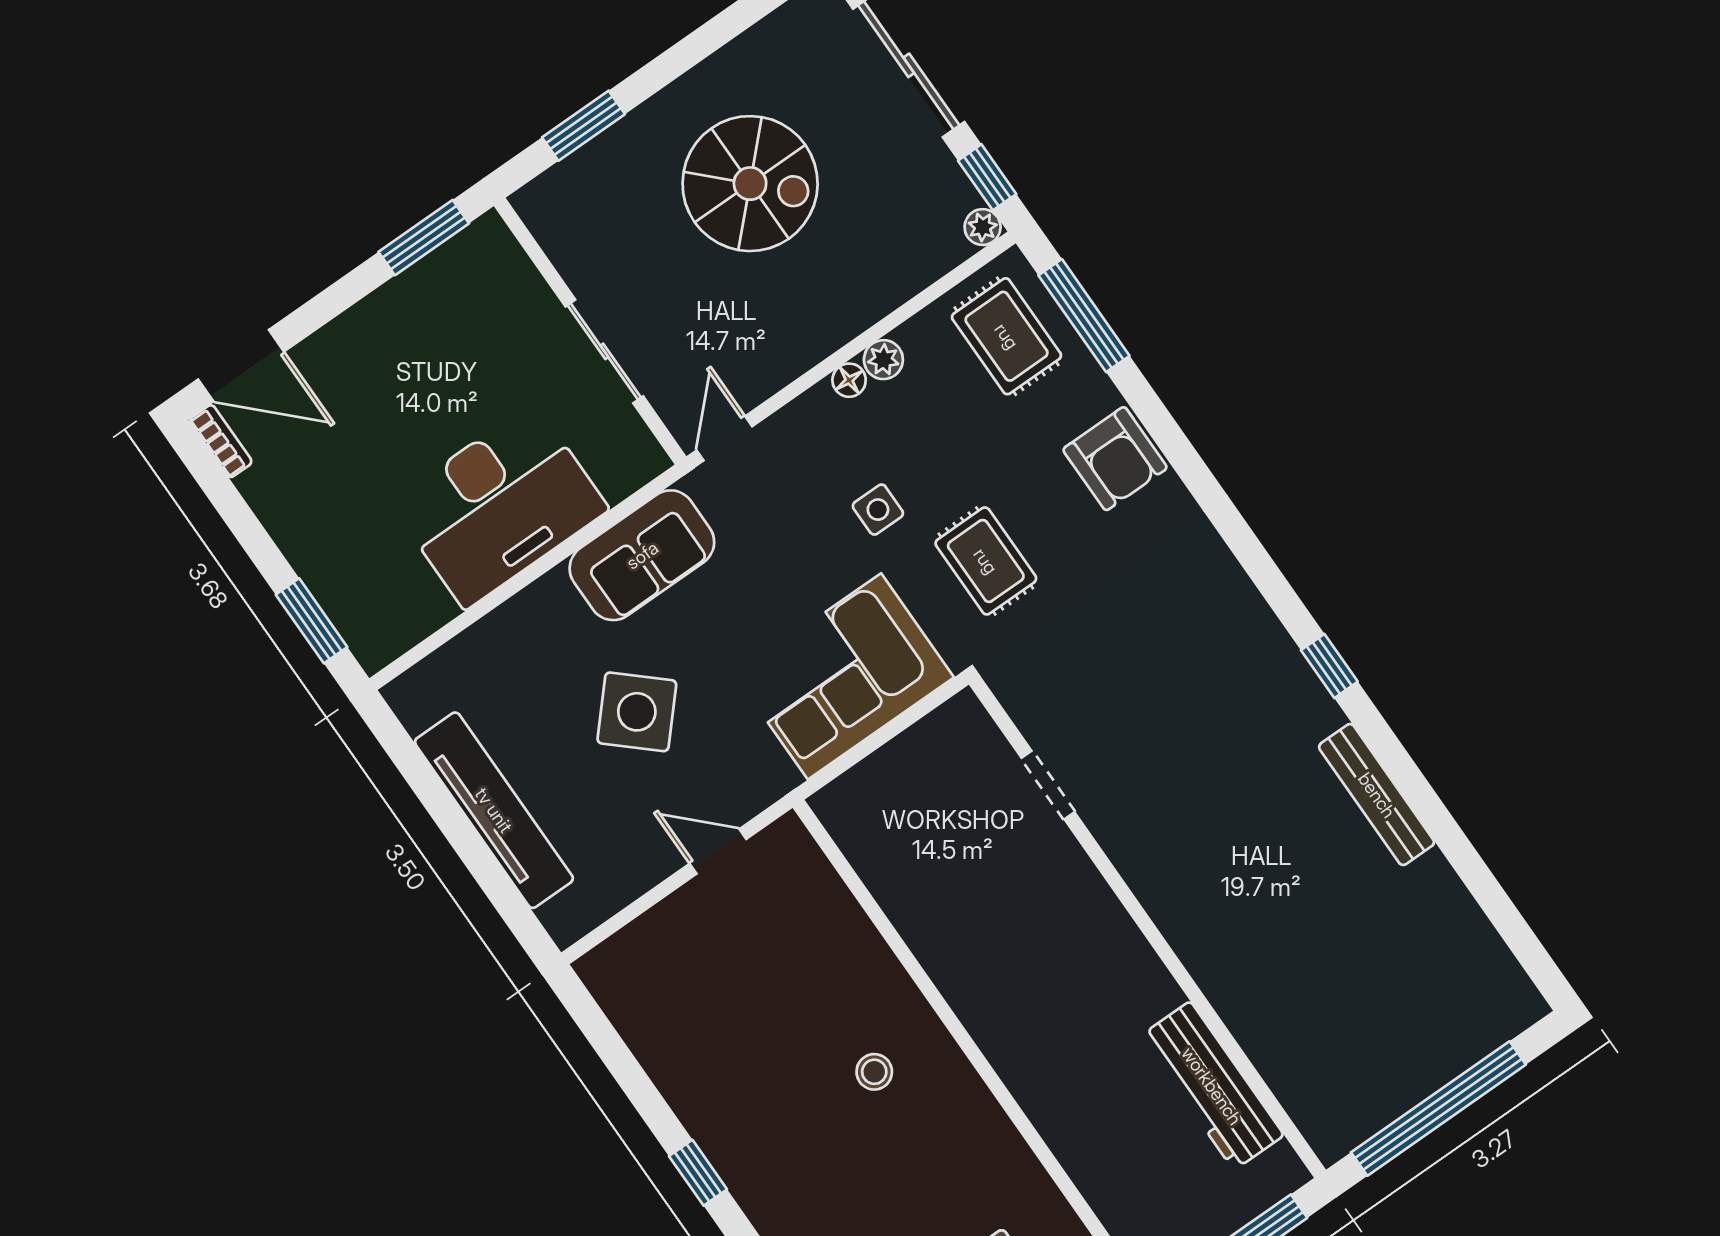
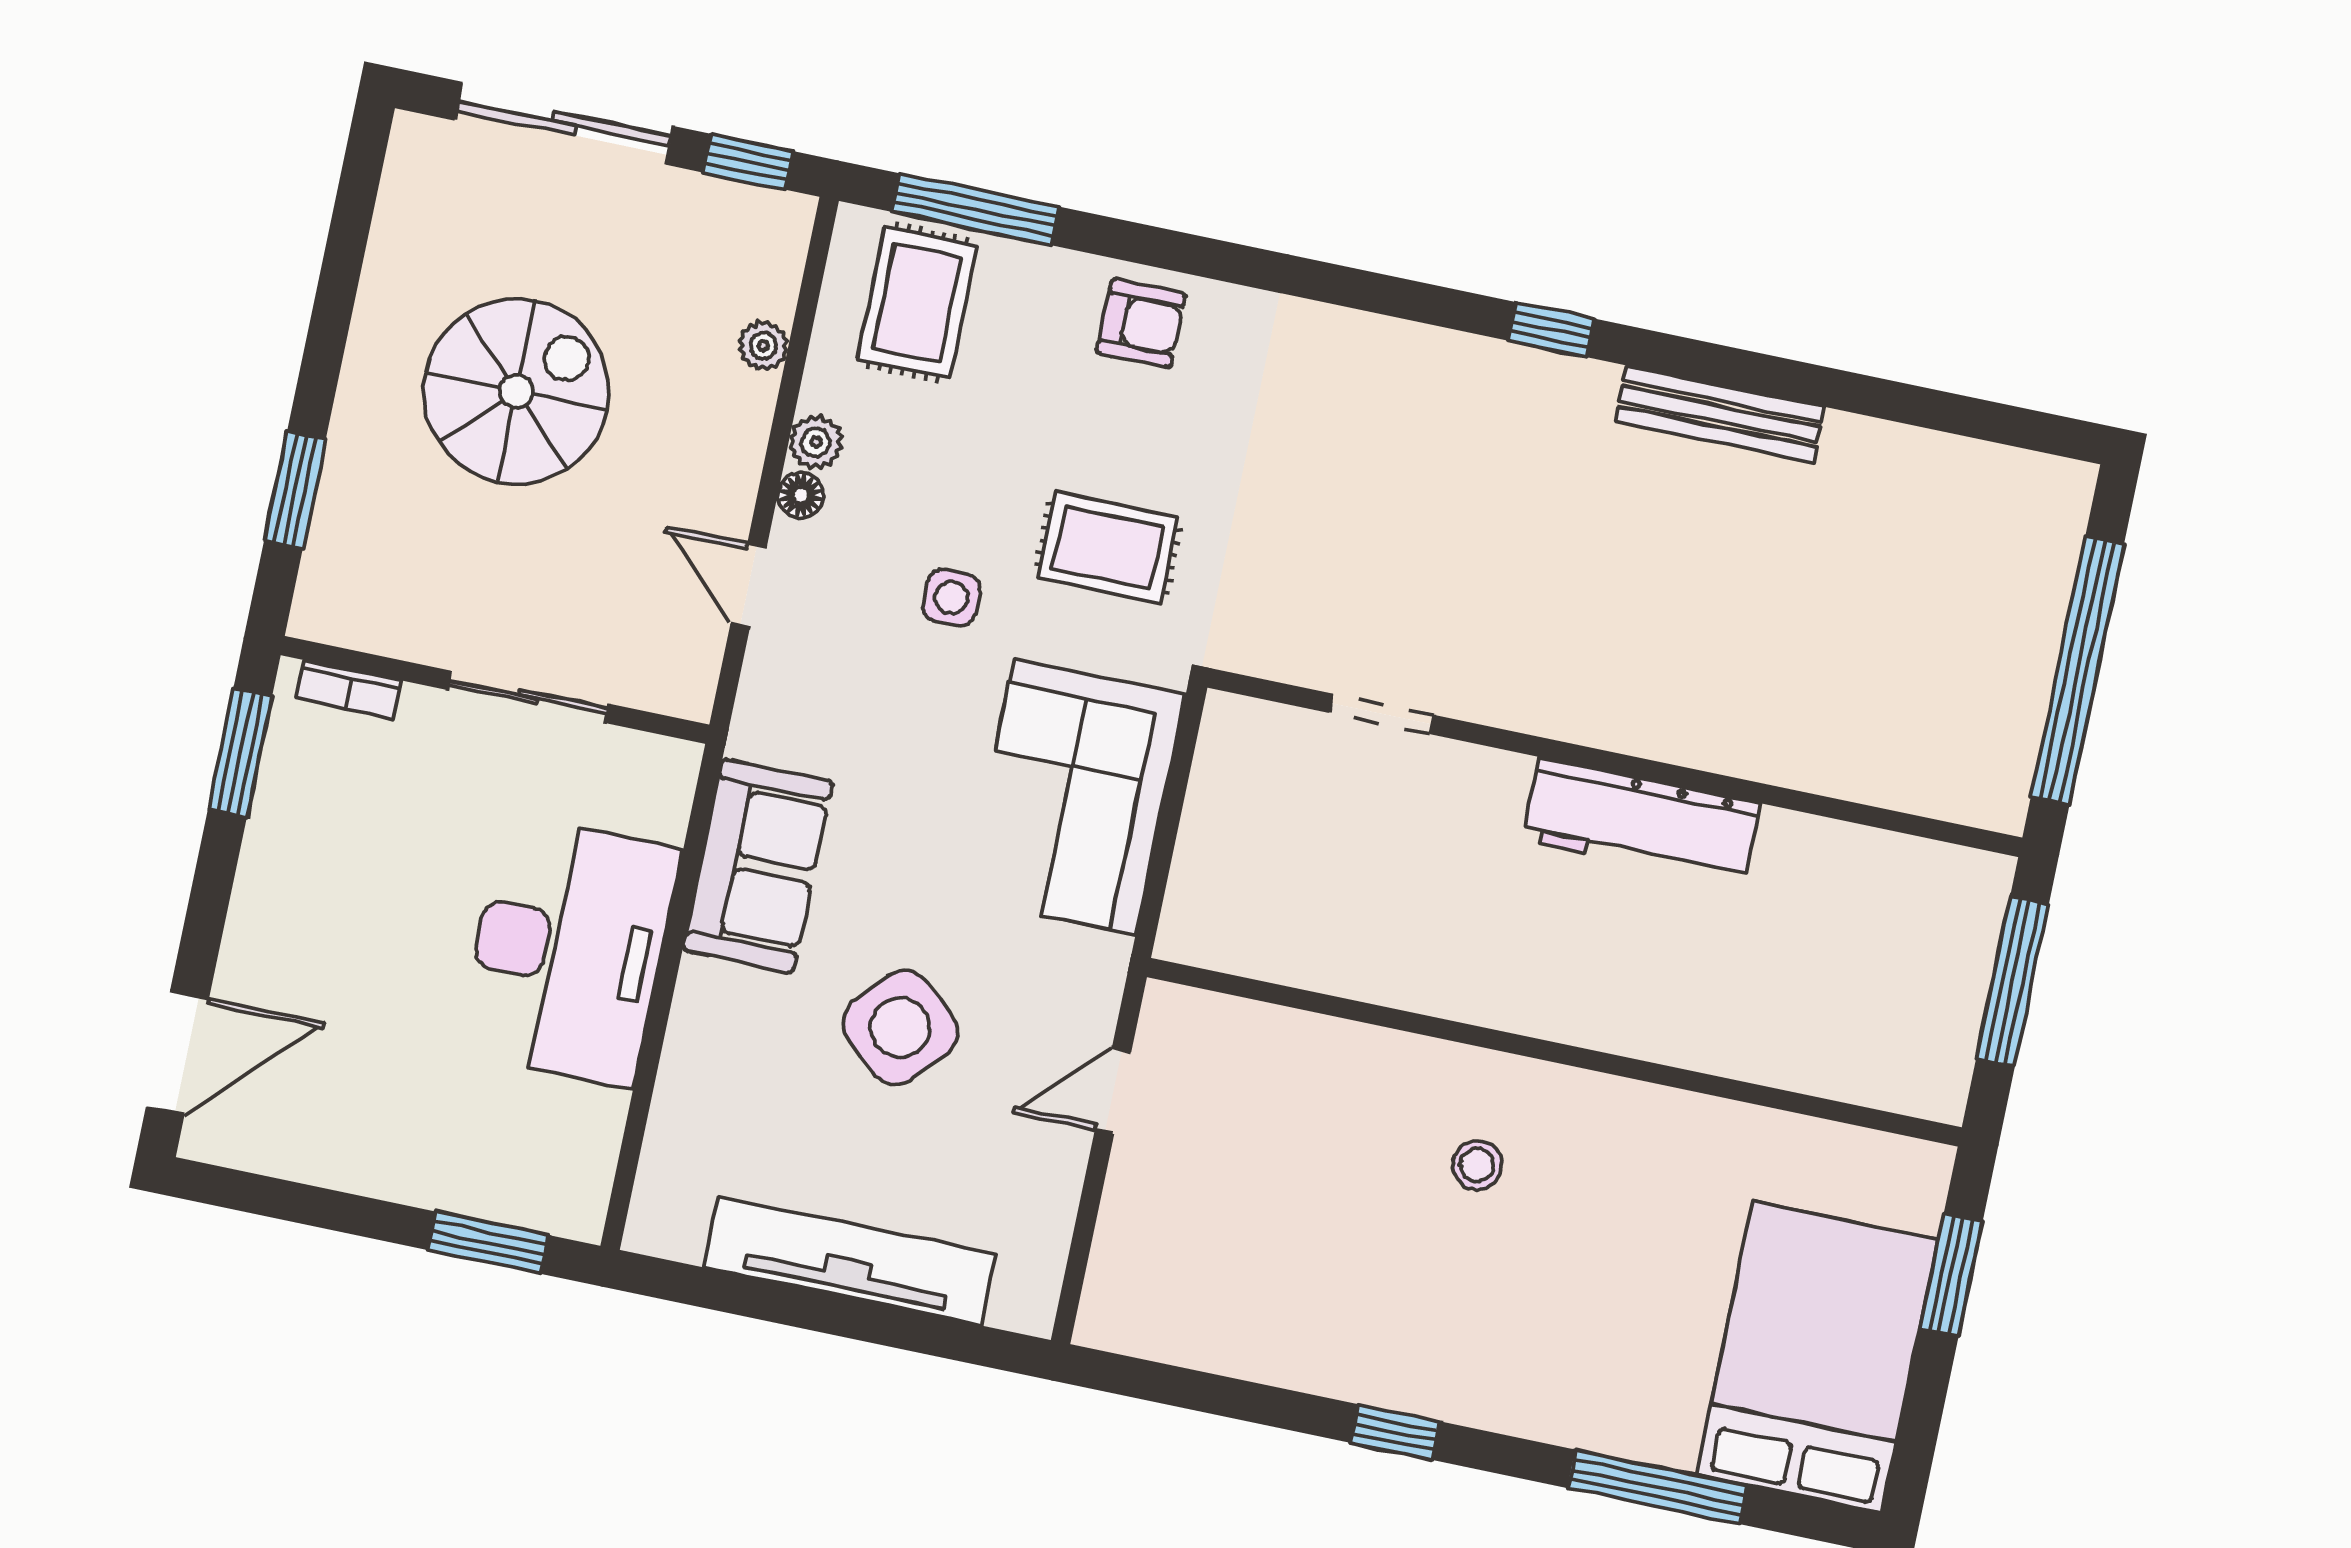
plant: (983, 227) -> (763, 346), moved
rug: (1007, 336) -> (917, 303), turned 90
door: (724, 438) -> (749, 585), moved
bookcase: (221, 441) -> (349, 690), moved, turned 180
armchair: (1115, 459) -> (1141, 323), width x0.72, depth x0.72
workbench: (1212, 1086) -> (1641, 822), moved

